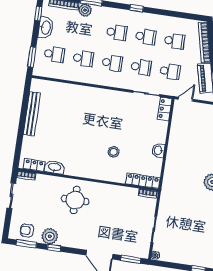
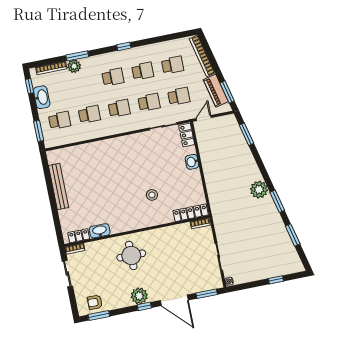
washbasin: (158, 150) -> (192, 162), moved
plant: (50, 236) -> (139, 296), moved
window: (54, 248) -> (144, 306), moved

